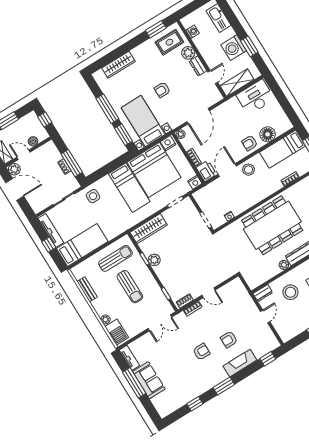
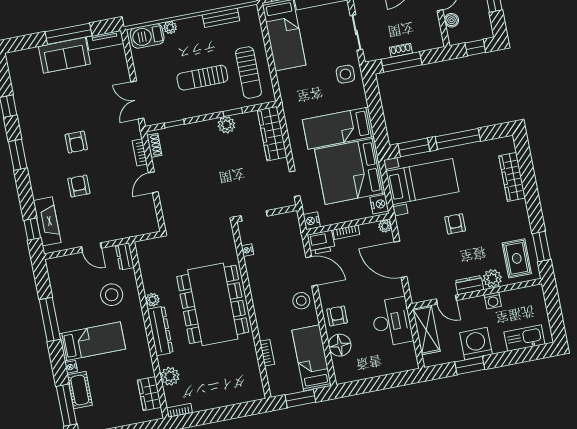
washing machine: (193, 32) -> (493, 301), moved
desk: (256, 97) -> (392, 322), moved
fireplace: (240, 363) -> (47, 221), moved

